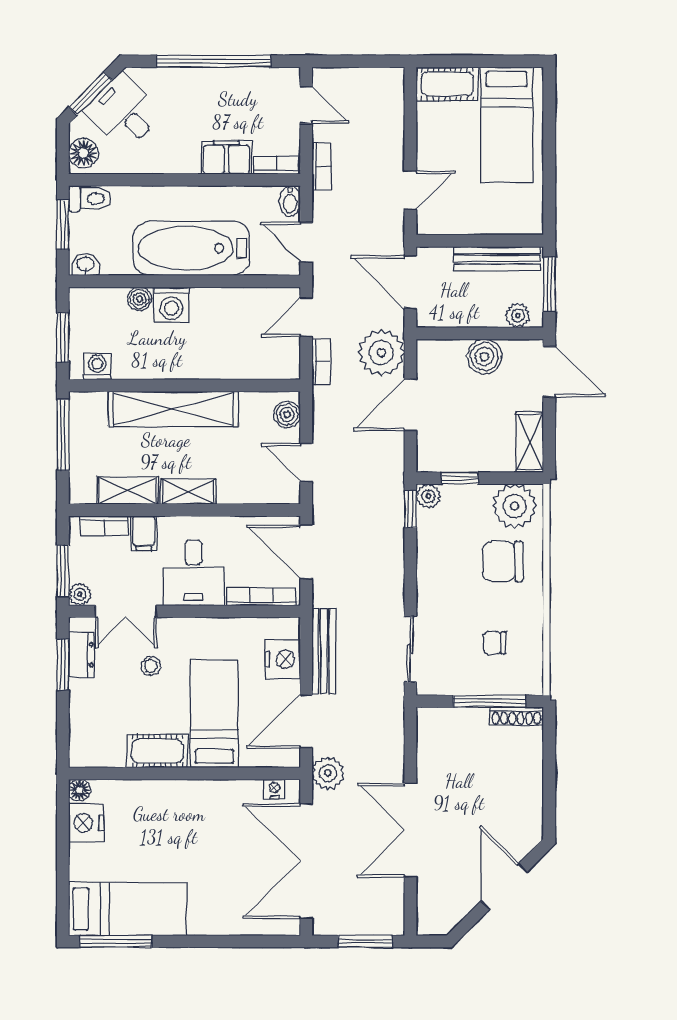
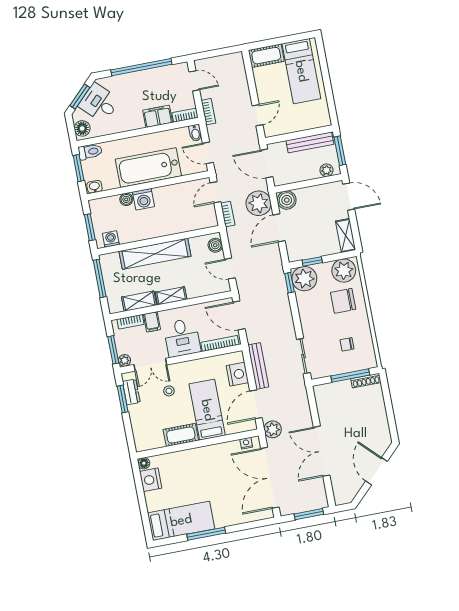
boiler: (484, 357) -> (287, 200), moved
plant: (428, 496) -> (304, 279), width x1.87, depth x1.87
window: (116, 941) -> (206, 534), moved

